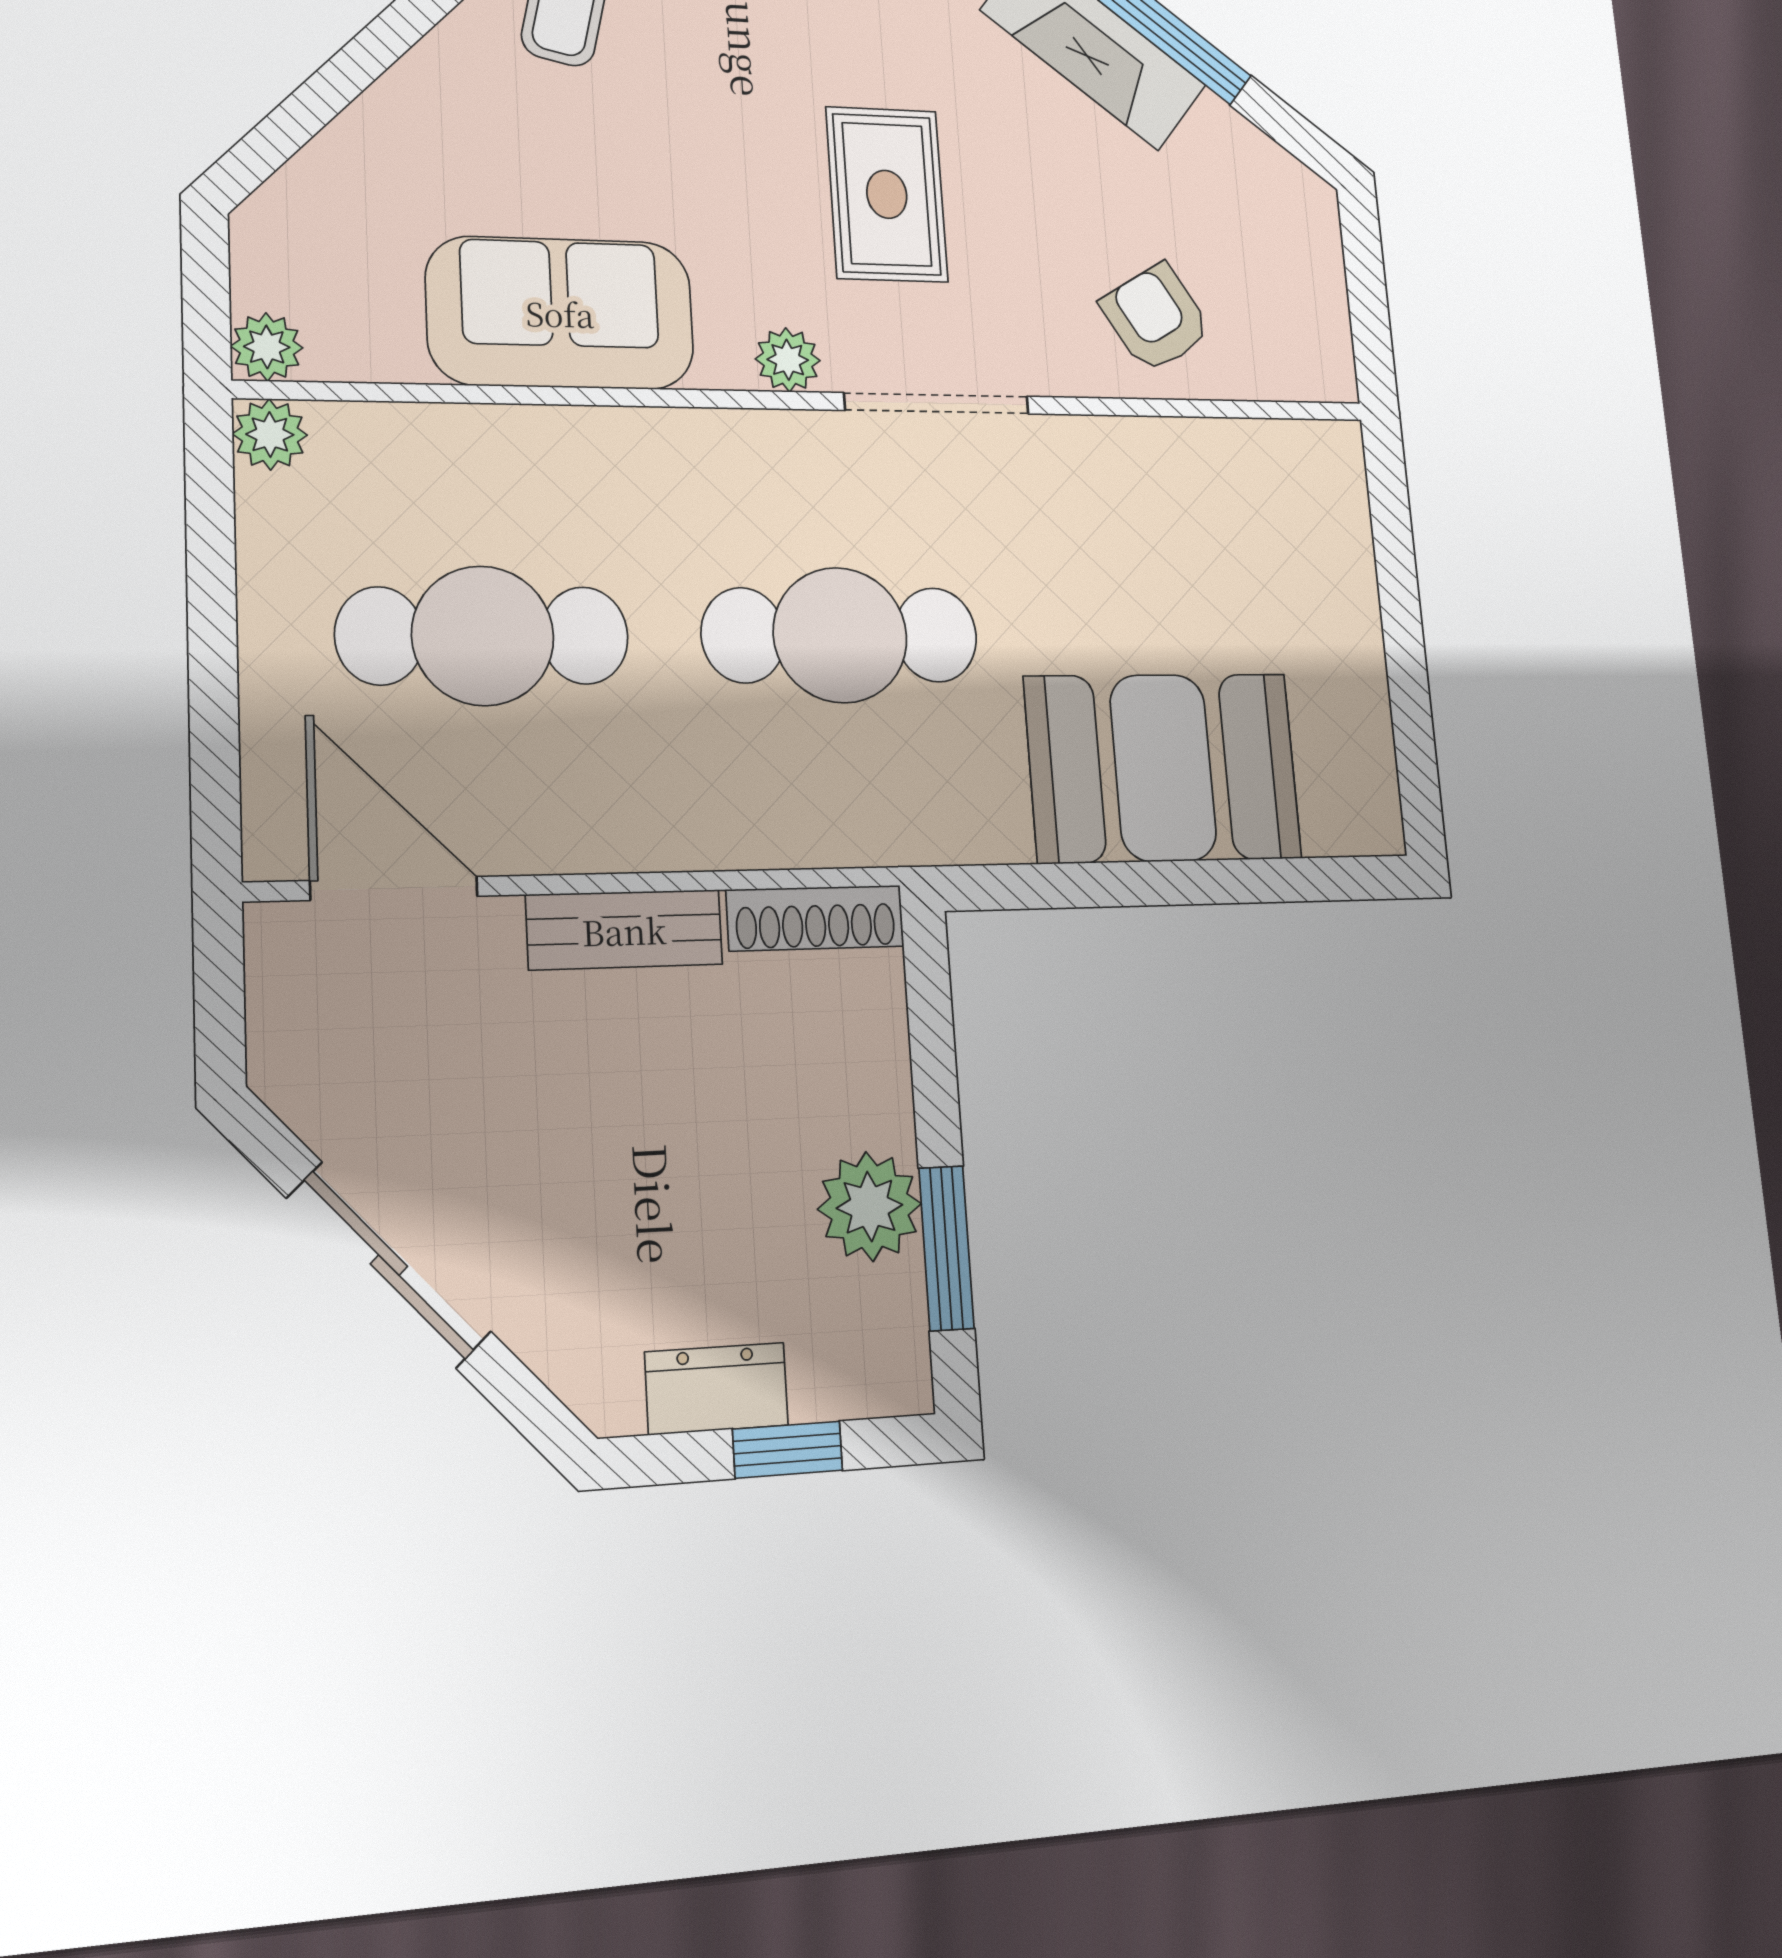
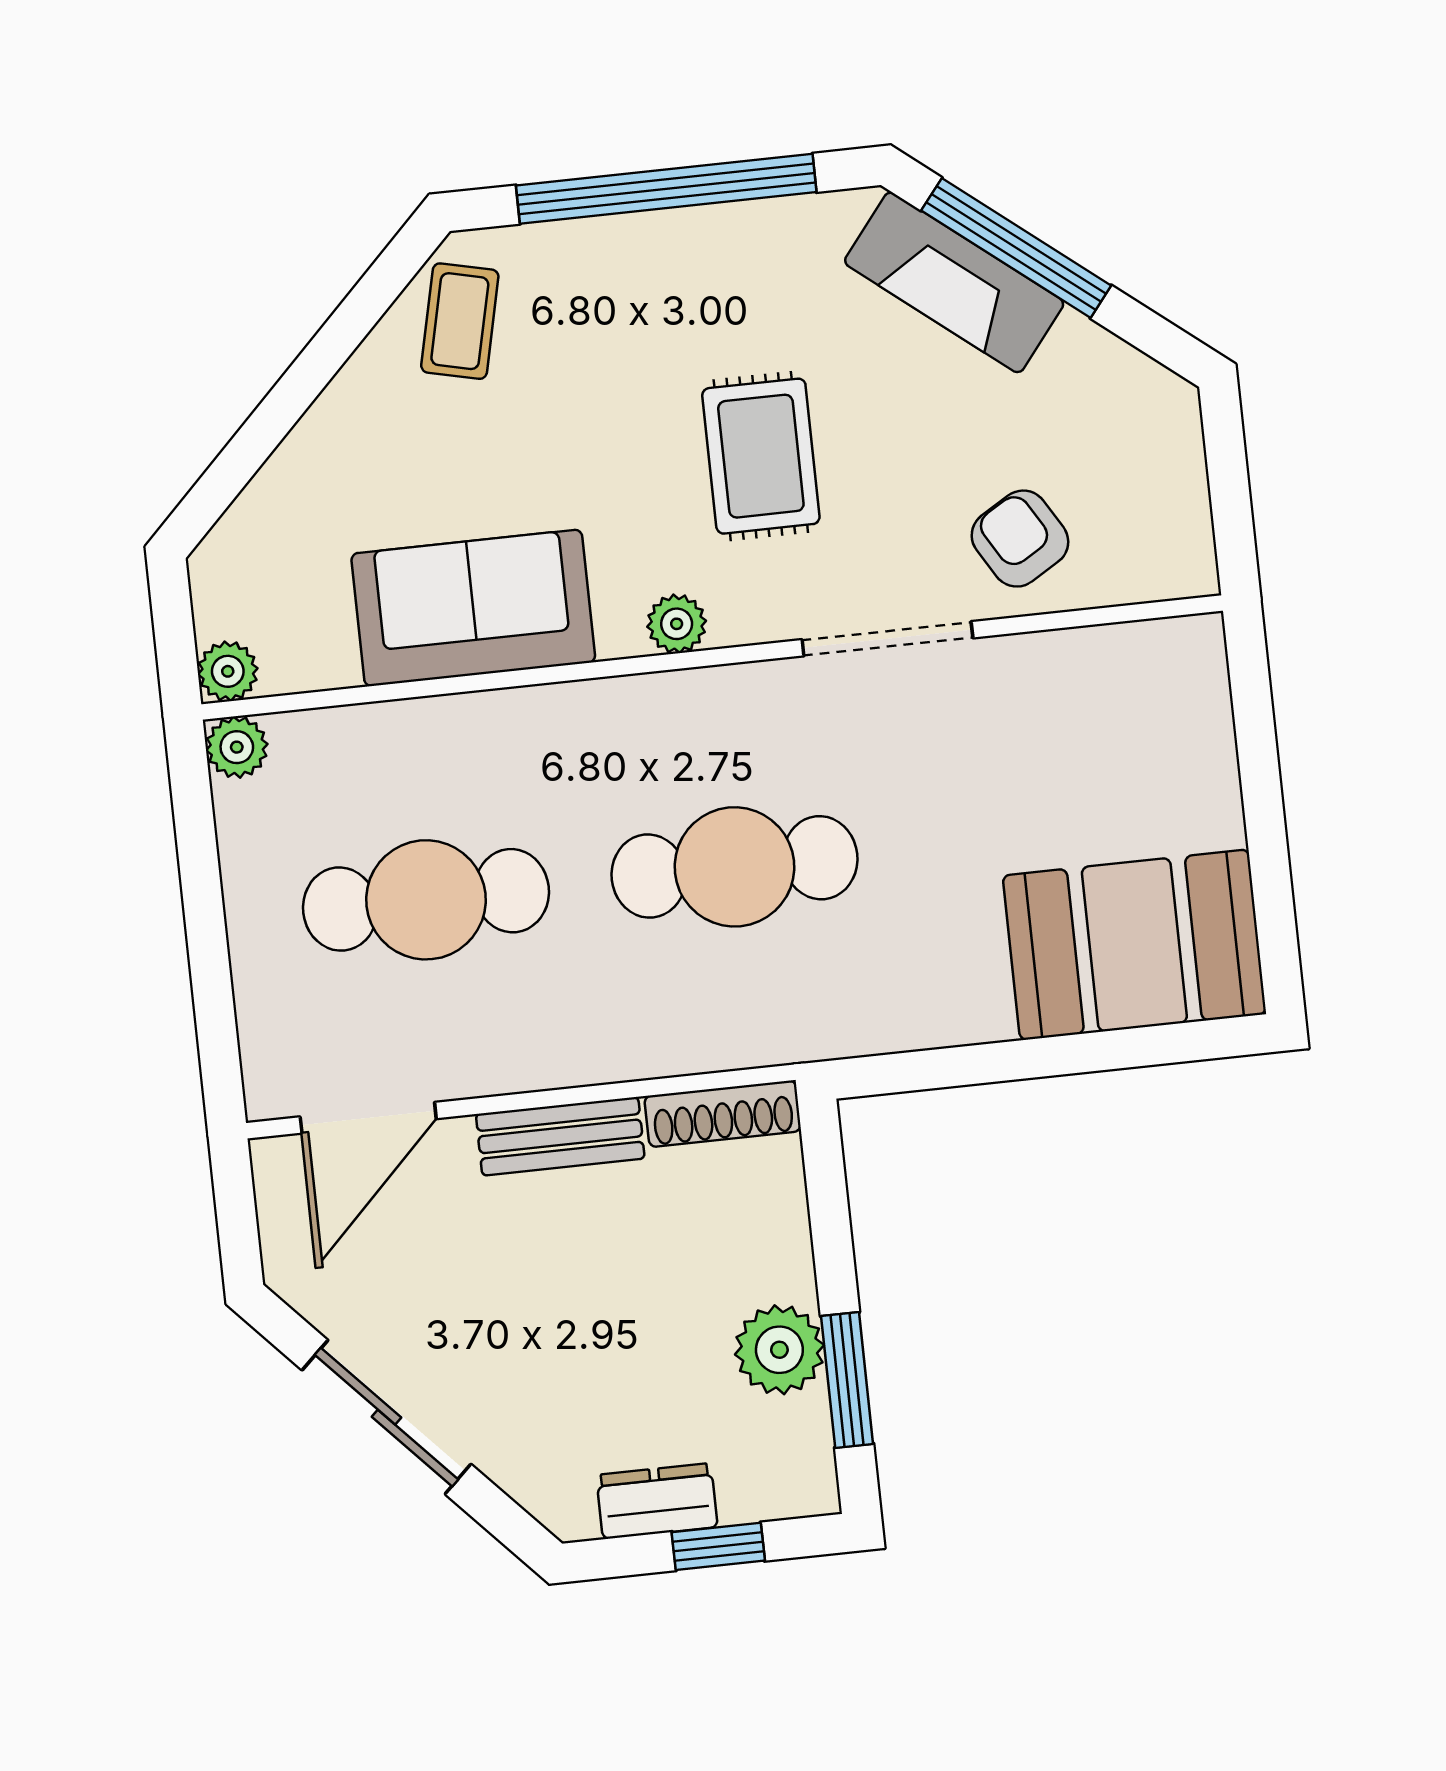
doorway: (937, 403) -> (887, 639), moved
booth: (1163, 768) -> (1134, 945), moved
door: (394, 888) -> (368, 1118), swing flipped

